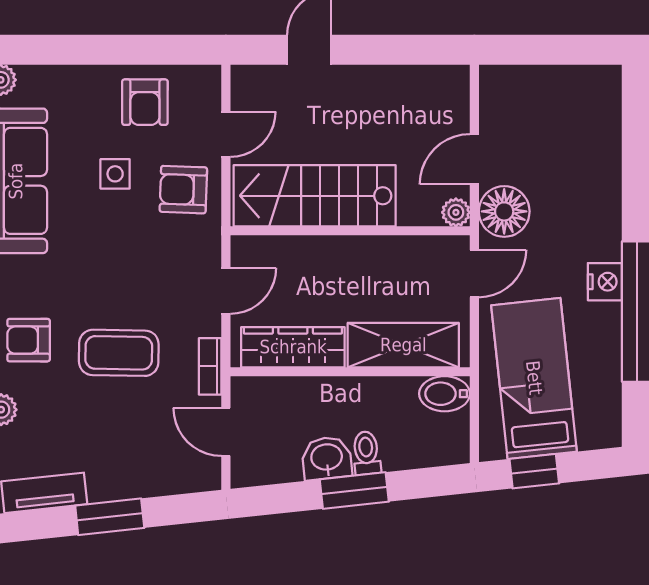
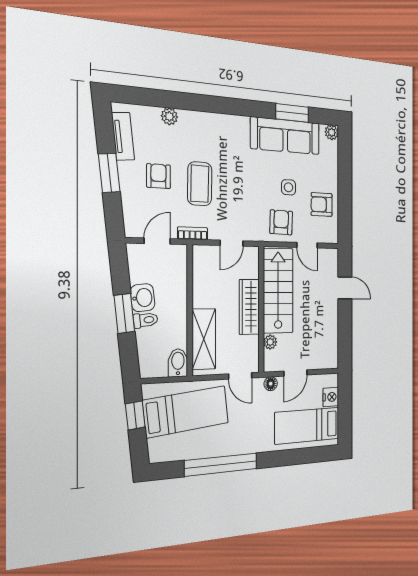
bed: (578, 134) -> (307, 426), added
door: (474, 159) -> (295, 373), swing flipped
floor lamp: (504, 211) -> (271, 384), width x0.53, depth x0.53
plant: (456, 212) -> (270, 342), moved
nightstand: (605, 282) -> (331, 397), moved, turned -90
door: (226, 291) -> (232, 243), hinge flipped
armchair: (29, 340) -> (159, 176), moved
wardrobe: (293, 347) -> (249, 307), moved, turned 180

